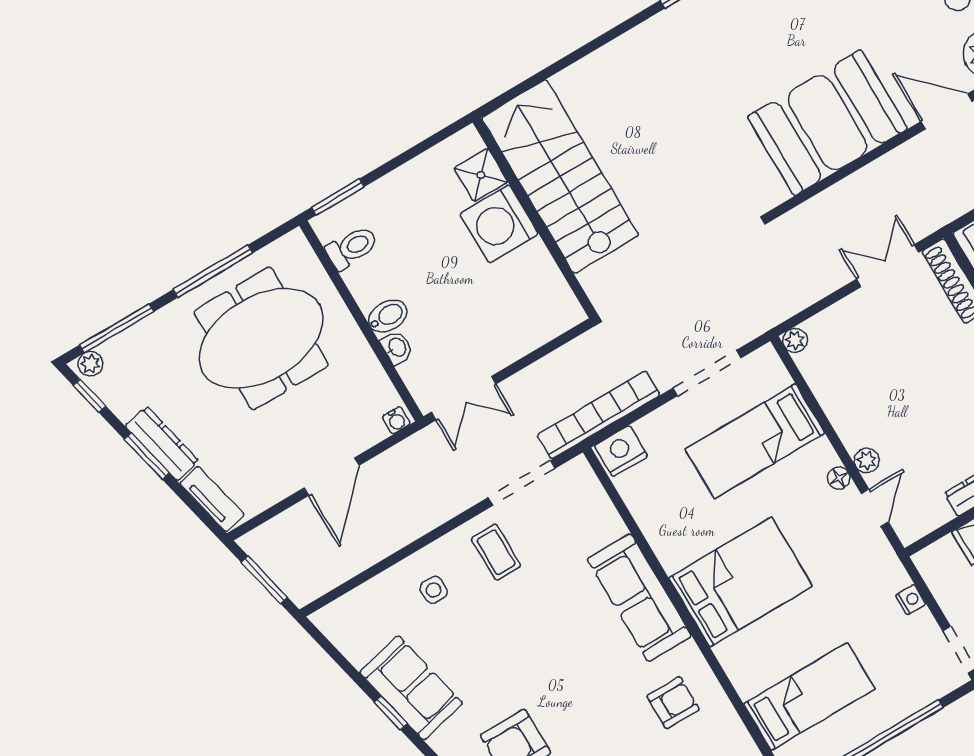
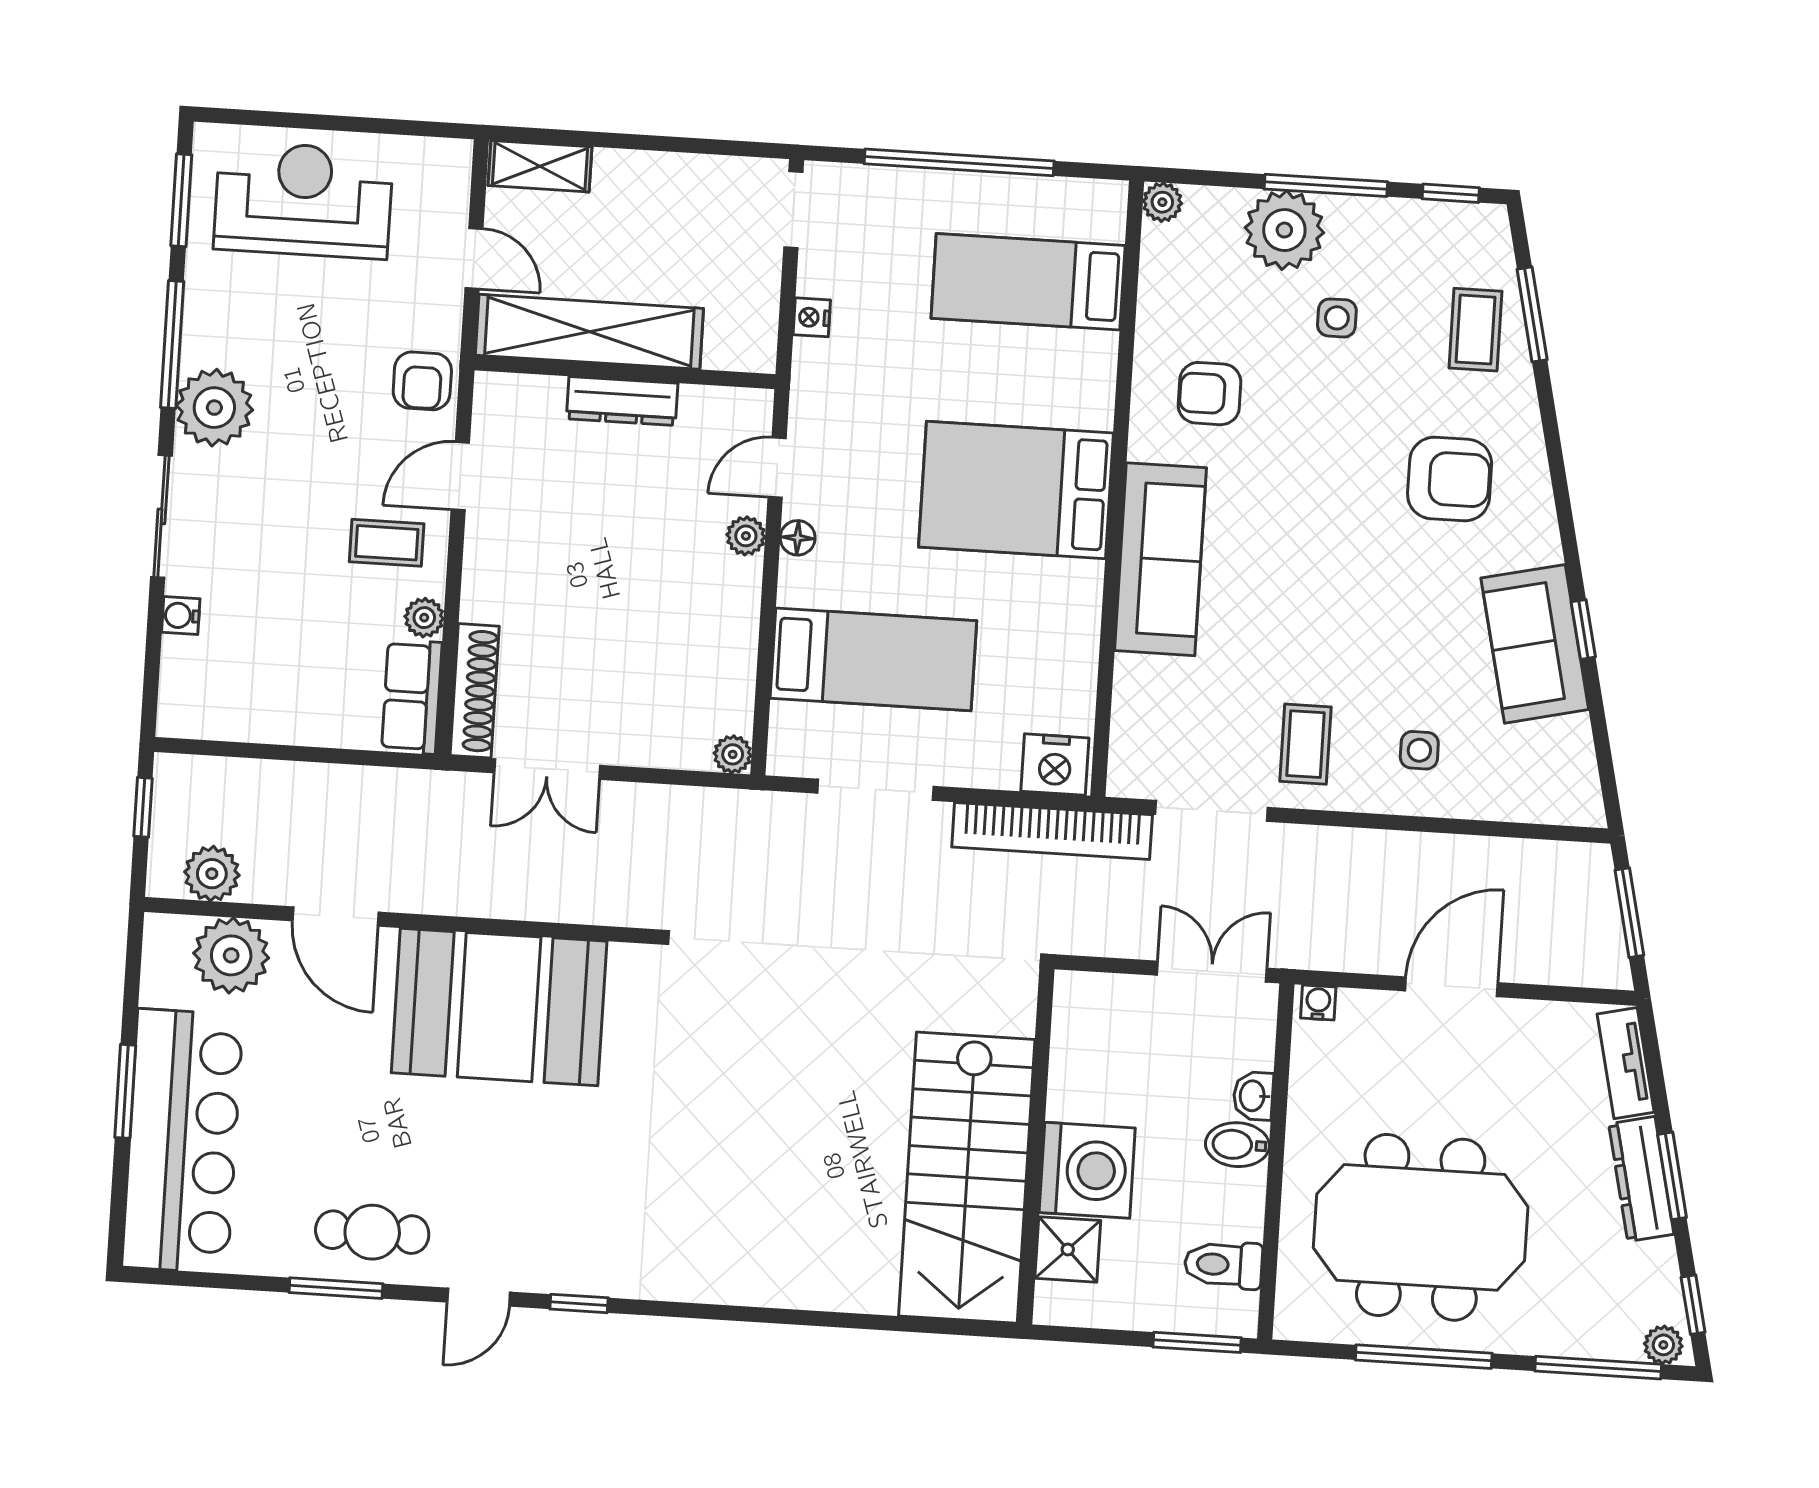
shower: (481, 175) -> (1068, 1249), moved
stairs: (560, 176) -> (967, 1178), moved
wall: (535, 218) -> (1036, 1146), moved
washing machine: (499, 224) -> (1087, 1170), moved

